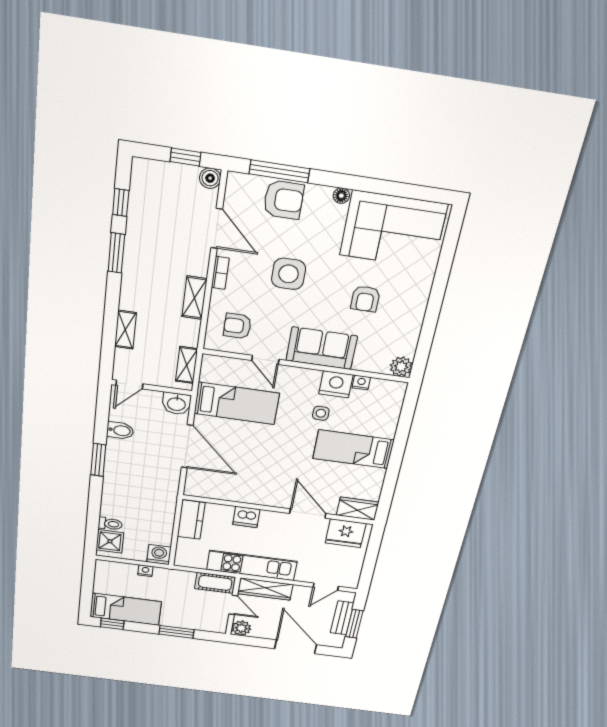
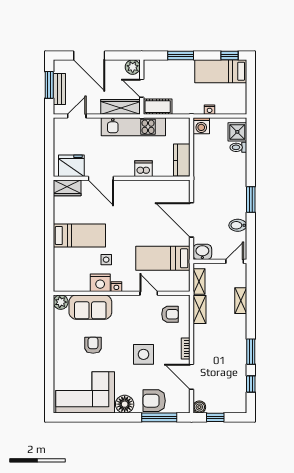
floor lamp: (341, 196) -> (125, 404), width x1.89, depth x1.89
shelving: (194, 298) -> (199, 310), moved
sofa: (322, 348) -> (90, 307), moved
nightstand: (361, 383) -> (116, 287), moved

